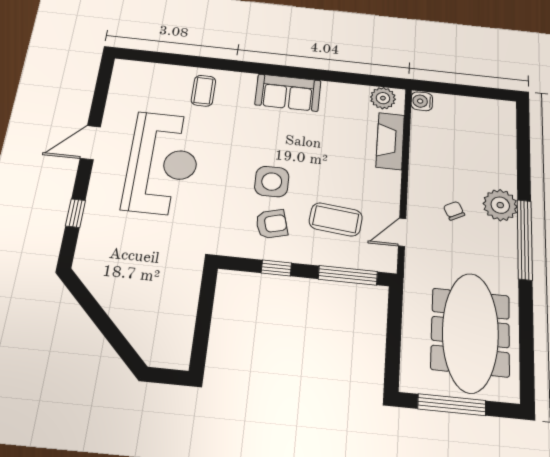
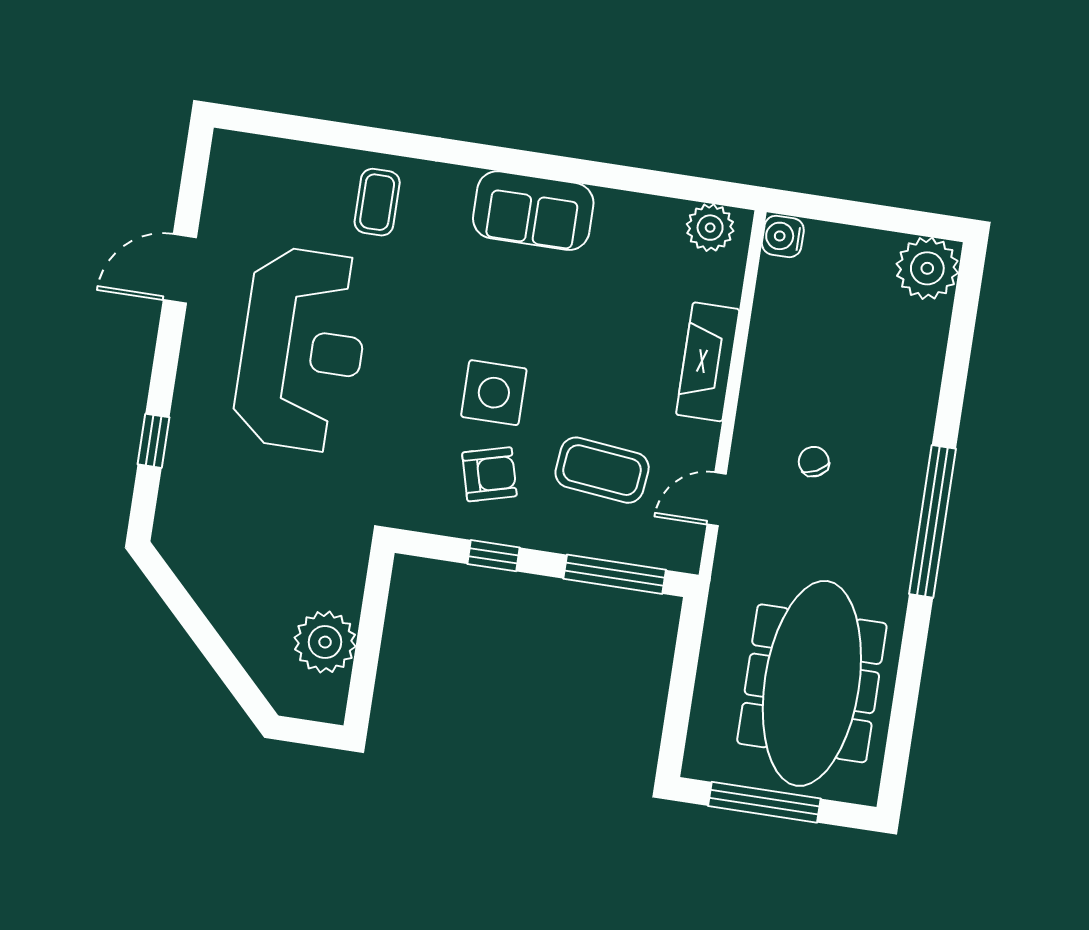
fireplace: (390, 141) -> (708, 362), moved
door: (90, 143) -> (180, 269), moved
plant: (500, 205) -> (927, 268), moved
plant: (177, 321) -> (325, 642), added

